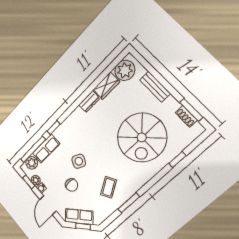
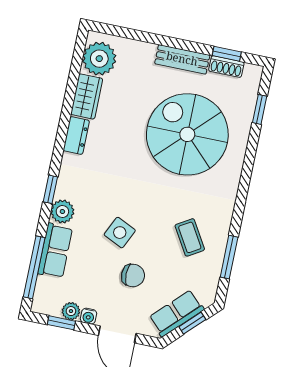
bench: (155, 87) -> (182, 59), moved
window: (191, 110) -> (227, 54), width x0.67
window: (54, 128) -> (50, 189), moved
spiral stairs: (142, 137) -> (187, 134), turned 180
window: (177, 160) -> (260, 109), moved
plant: (32, 163) -> (62, 212), moved
window: (129, 203) -> (229, 257), moved

